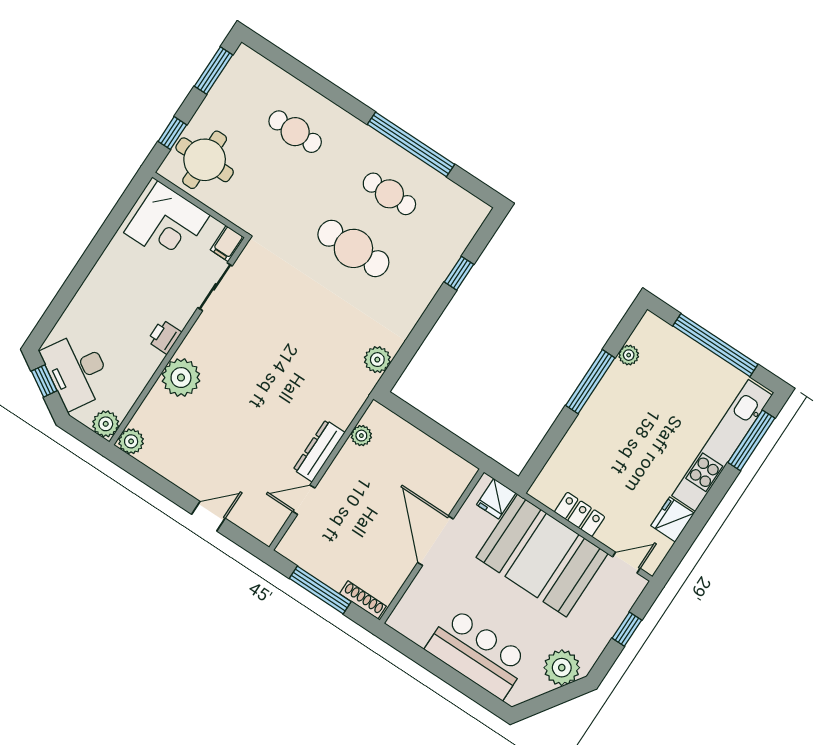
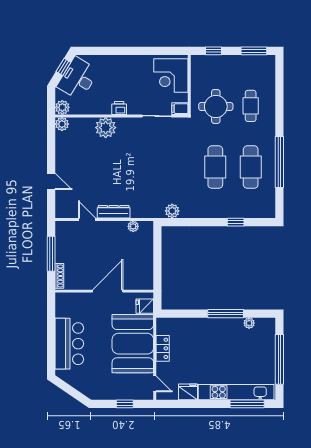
round table: (205, 160) -> (216, 106), moved
cafe table: (389, 194) -> (251, 167), width x1.37, depth x1.35
plant: (562, 668) -> (88, 386), removed

